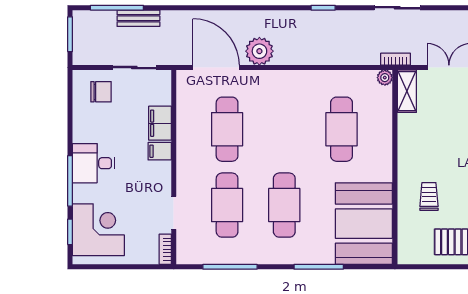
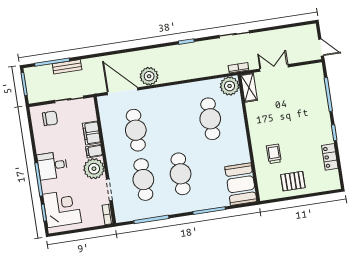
plant: (385, 78) -> (230, 86), width x1.88, depth x1.88
plant: (155, 177) -> (94, 169), added
booth: (364, 224) -> (241, 184), width x0.73, depth x0.70

